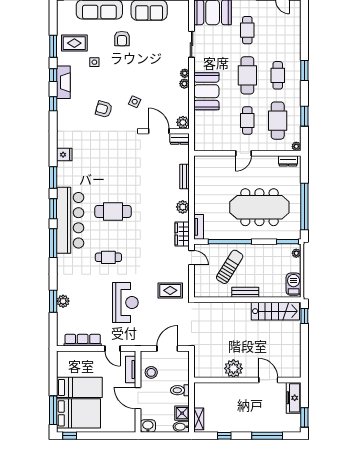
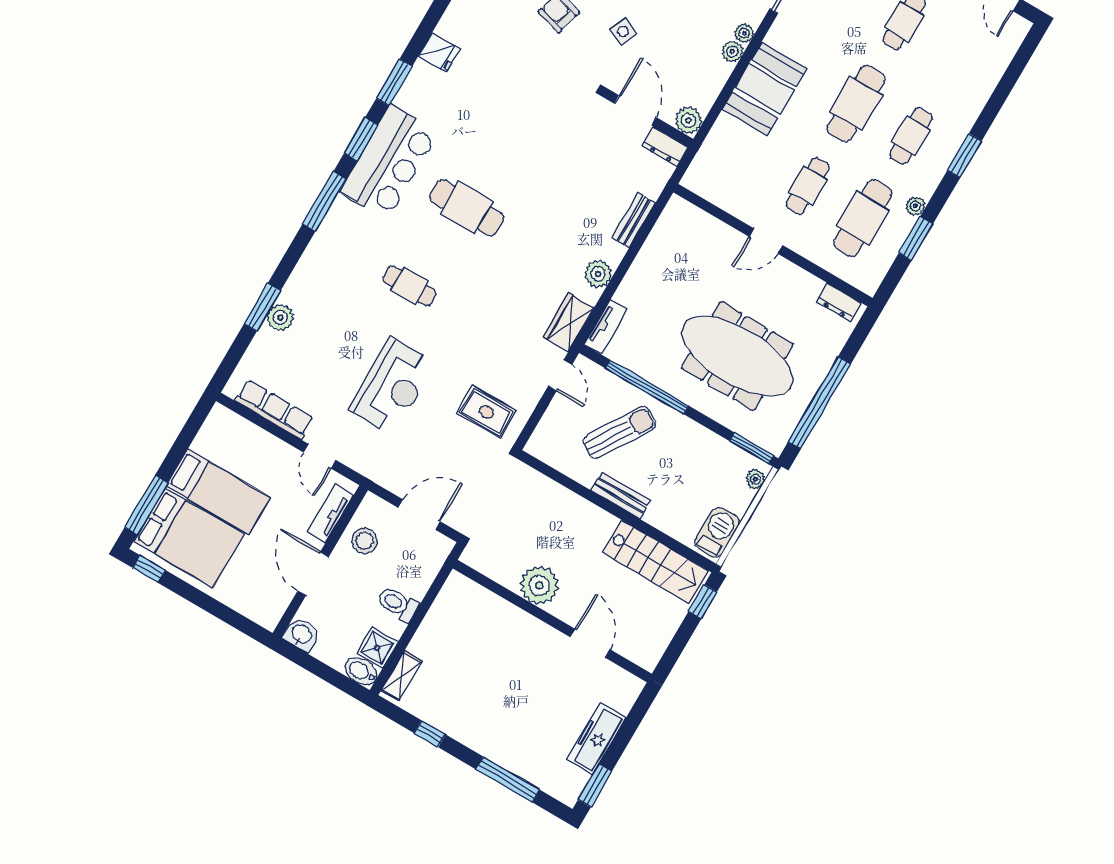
plant: (296, 146) -> (915, 206), moved
bar counter: (70, 220) -> (389, 162), width x0.73
plant: (233, 368) -> (539, 585), moved
wall: (247, 380) -> (552, 621), moved
door: (268, 380) -> (590, 643), moved

